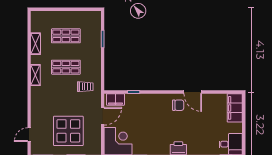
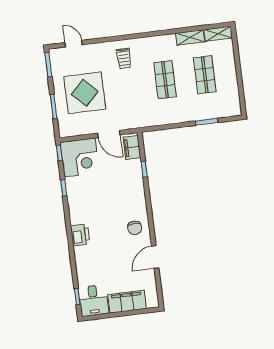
shelving: (35, 75) -> (218, 34), moved
trolley: (85, 87) -> (124, 58), moved
door: (193, 92) -> (155, 257), moved
filing cabinet: (235, 108) -> (127, 302), moved

